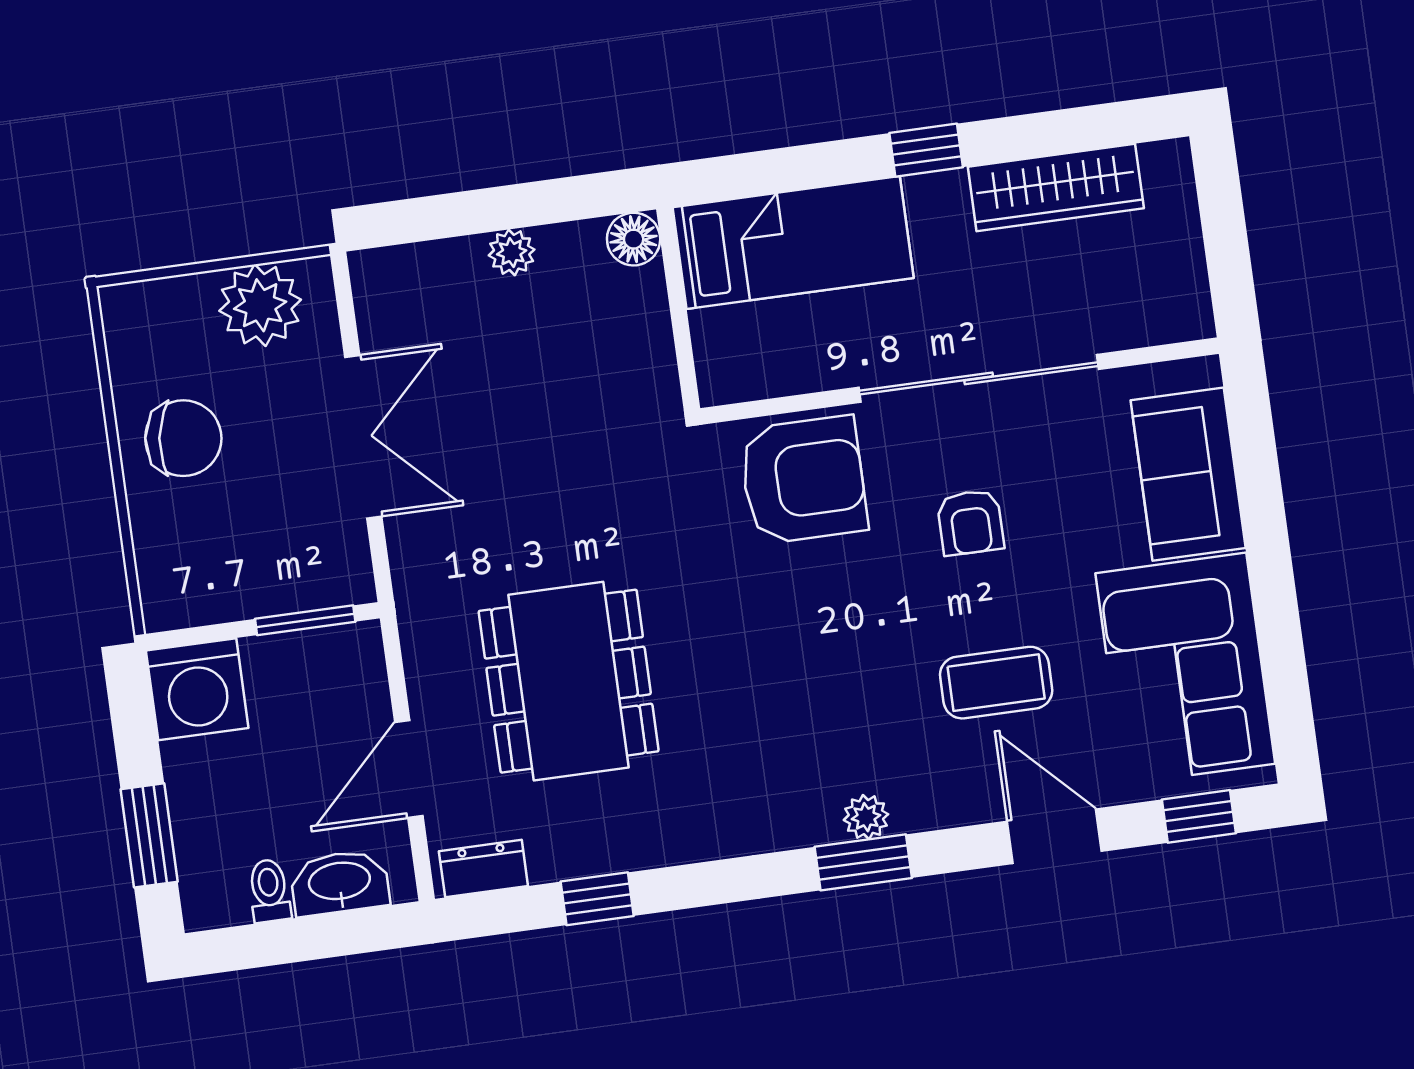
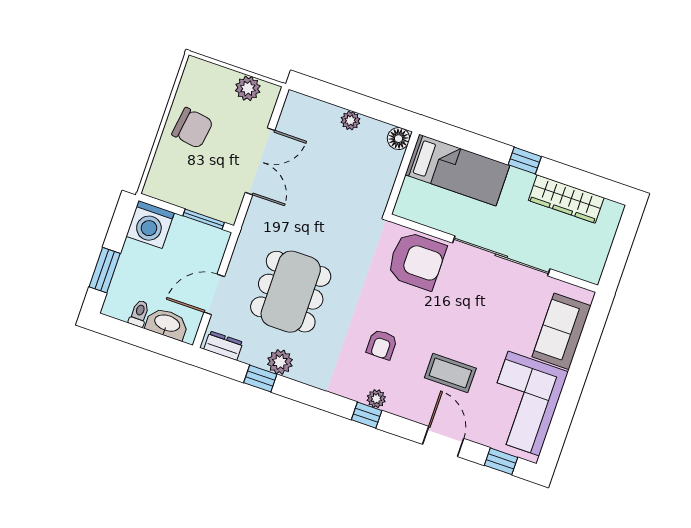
plant: (260, 305) -> (248, 88), width x0.73, depth x0.73
armchair: (970, 522) -> (382, 345), moved
plant: (621, 842) -> (280, 362), added
window: (863, 862) -> (367, 415), width x0.67

